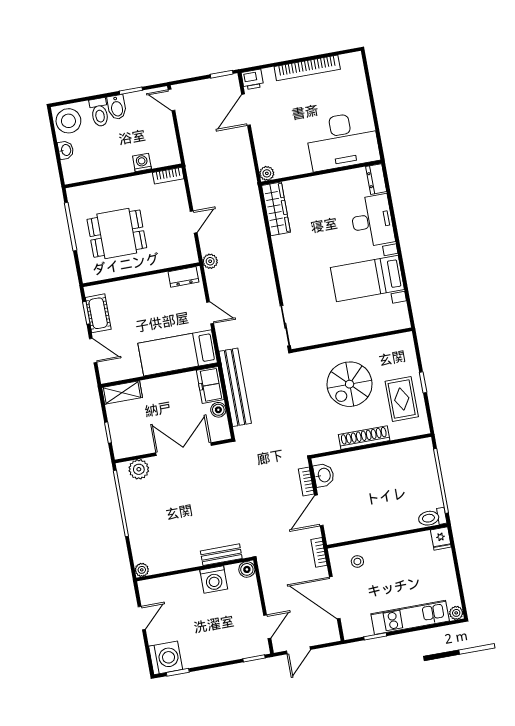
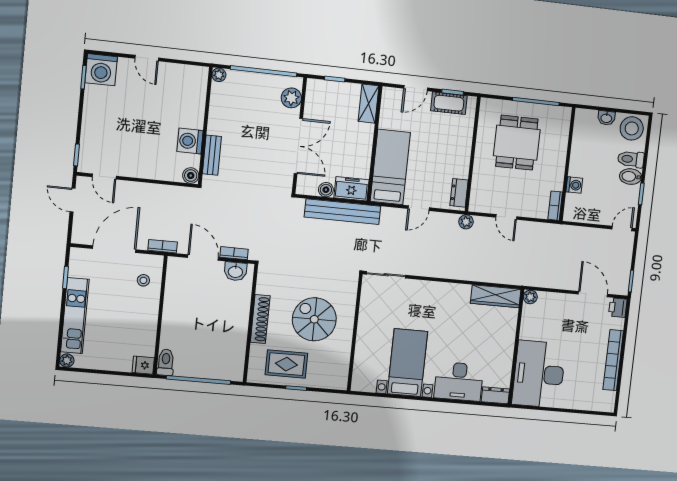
bench: (221, 555) -> (212, 155), moved
wall: (195, 569) -> (205, 126), moved
boiler: (247, 569) -> (191, 176), moved
plant: (142, 570) -> (219, 75), moved
washing machine: (214, 579) -> (190, 141), moved

